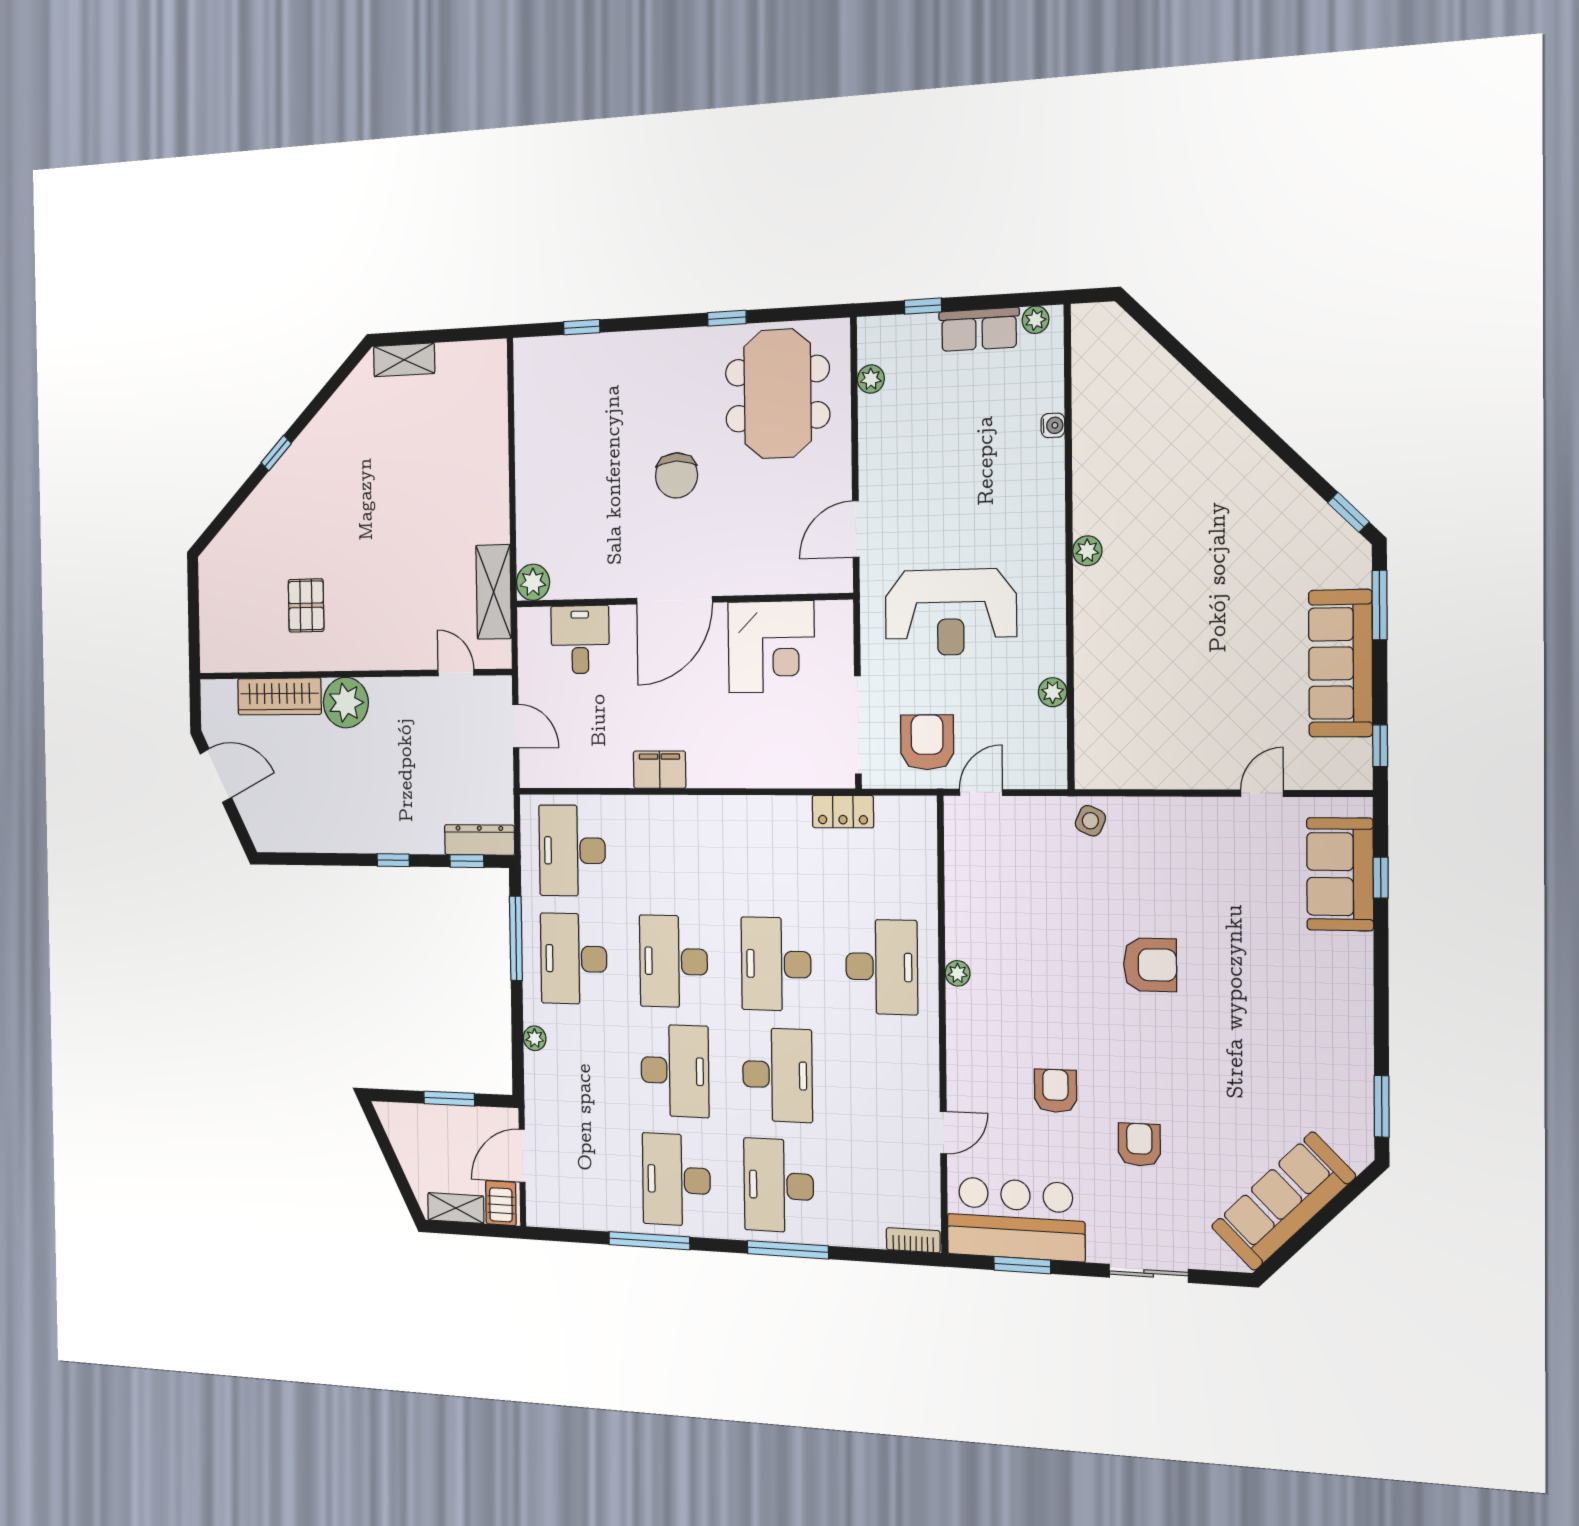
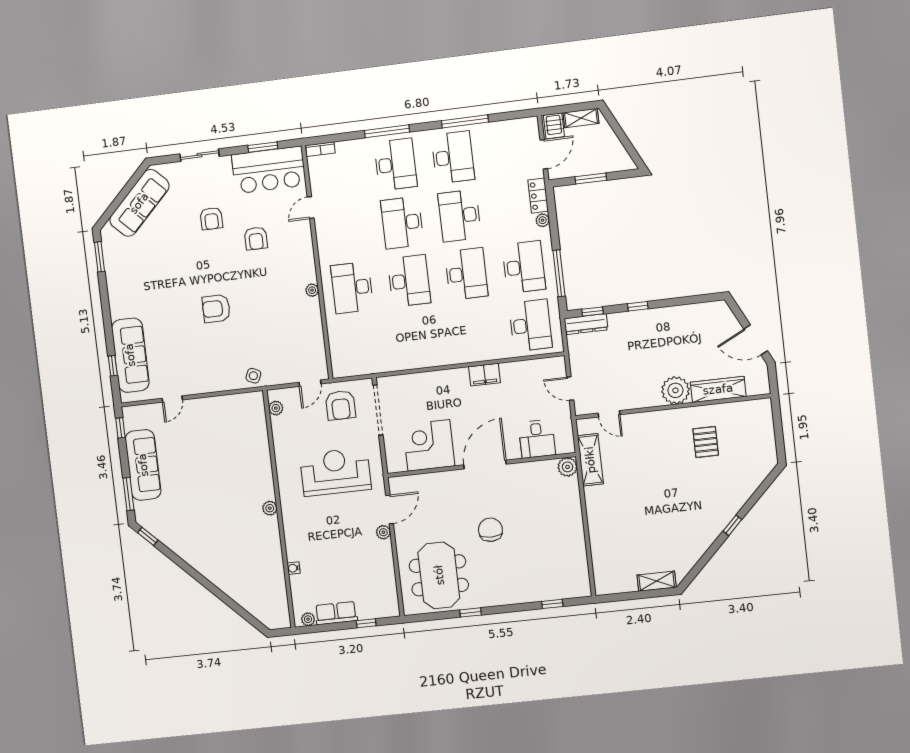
plant: (871, 379) -> (383, 532), moved
plant: (1053, 692) -> (276, 408), moved
locker: (843, 812) -> (538, 196), moved, turned -90
sofa: (1340, 874) -> (130, 355), width x1.36

